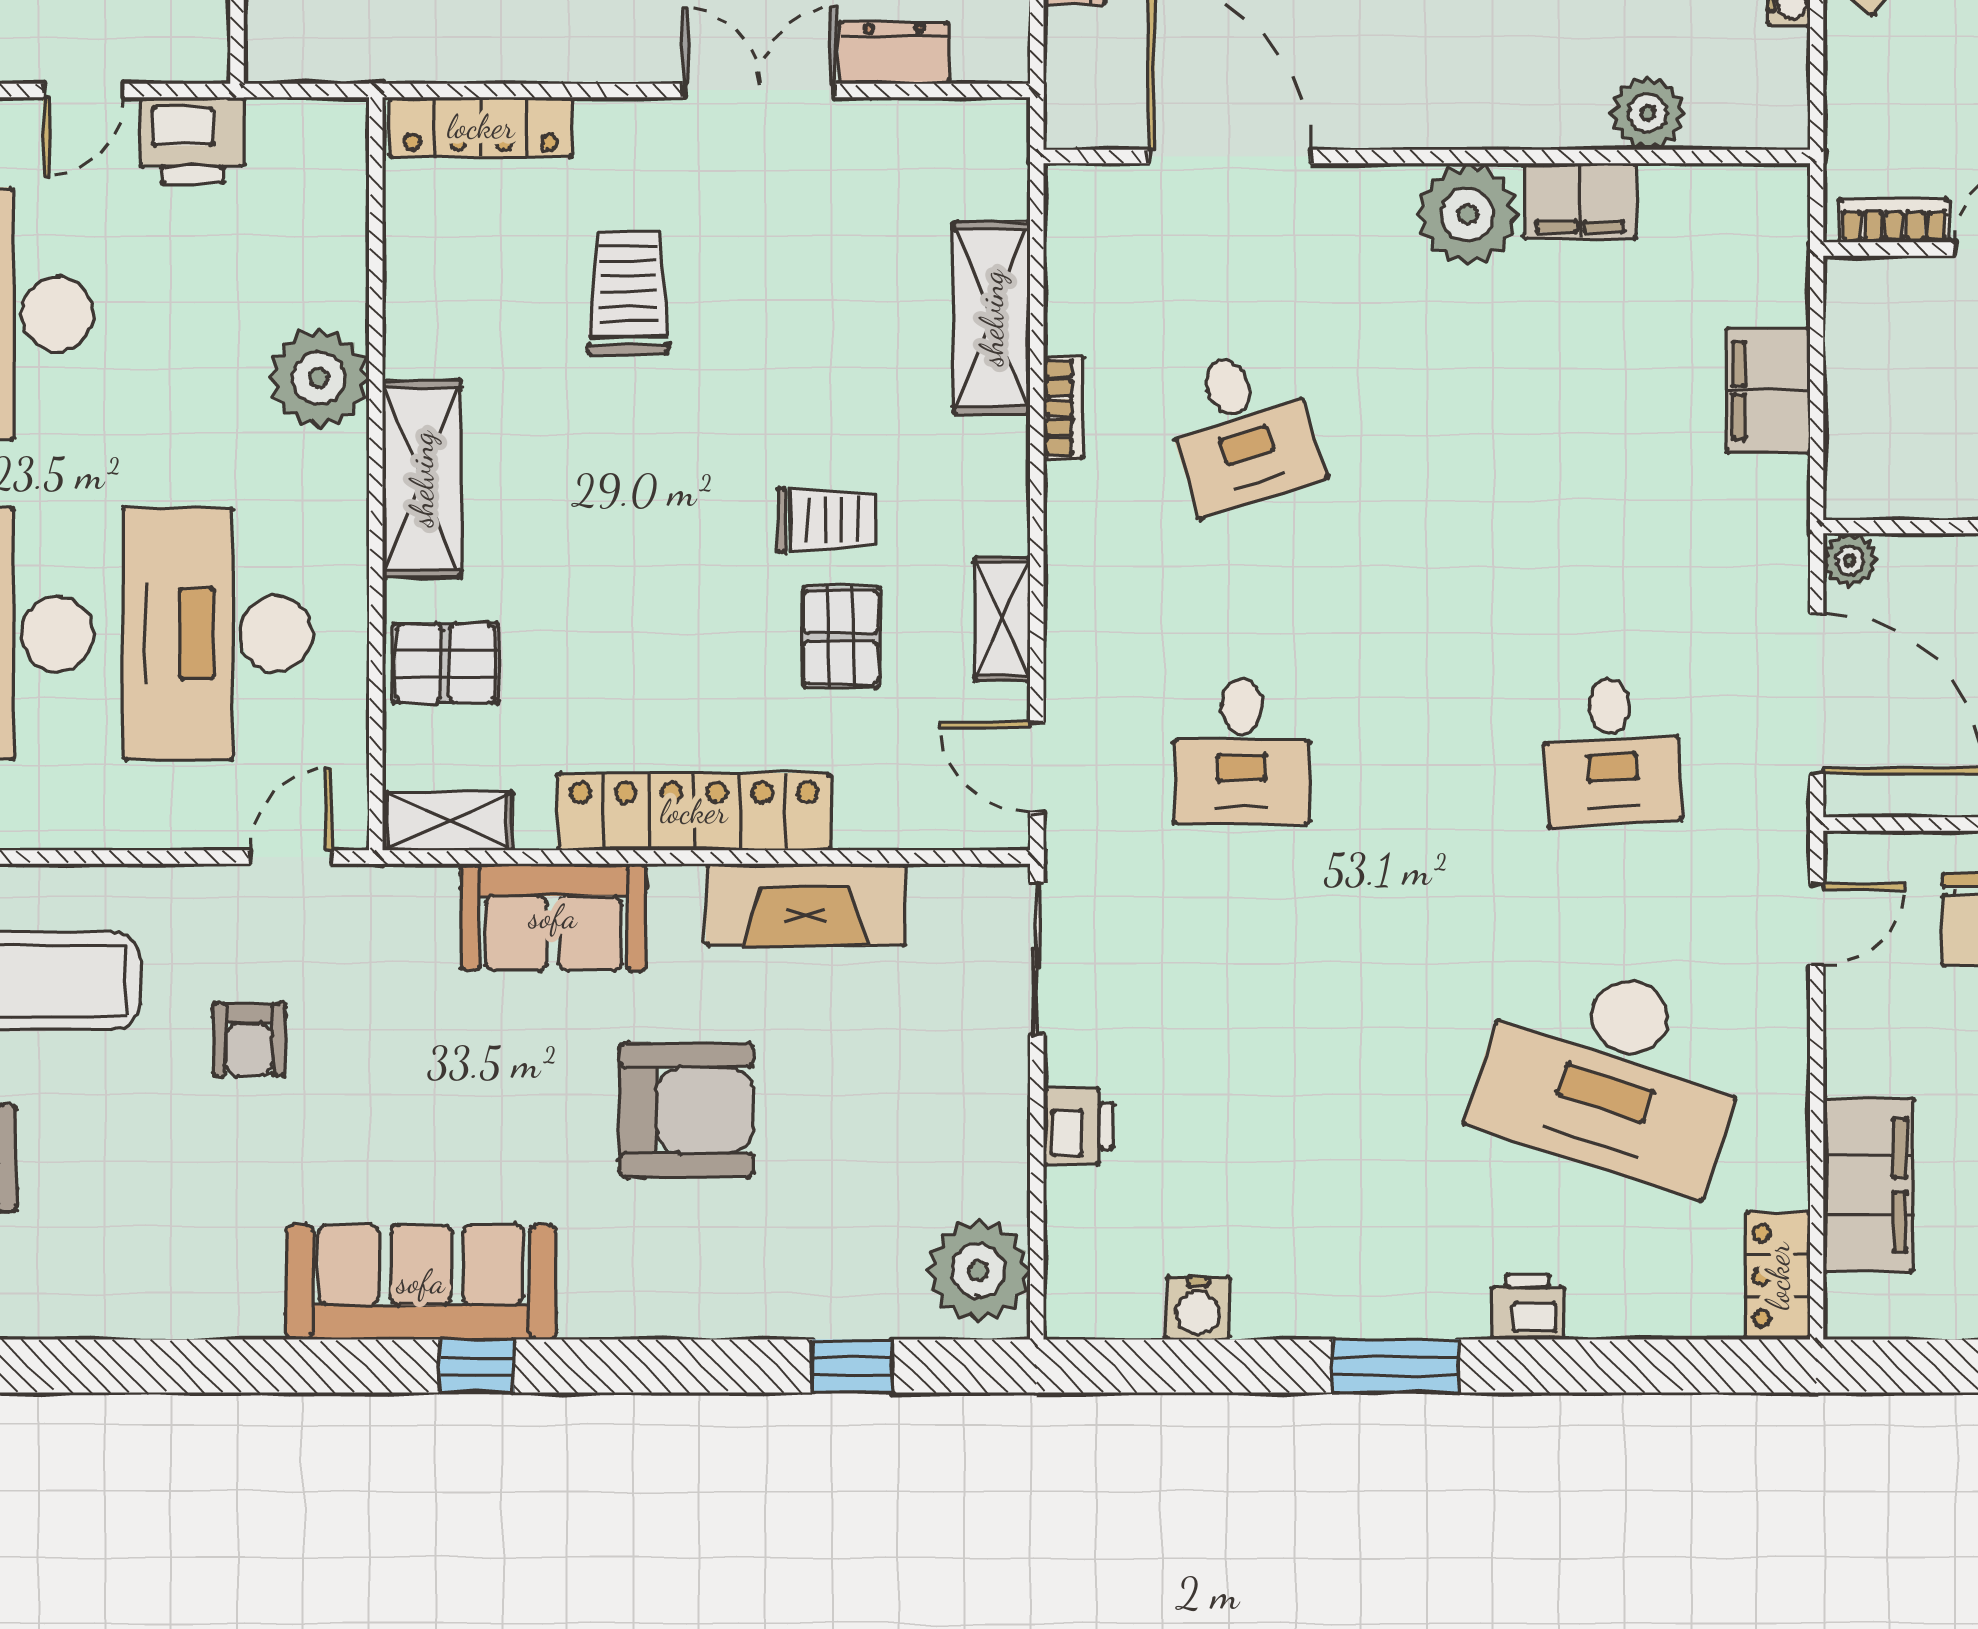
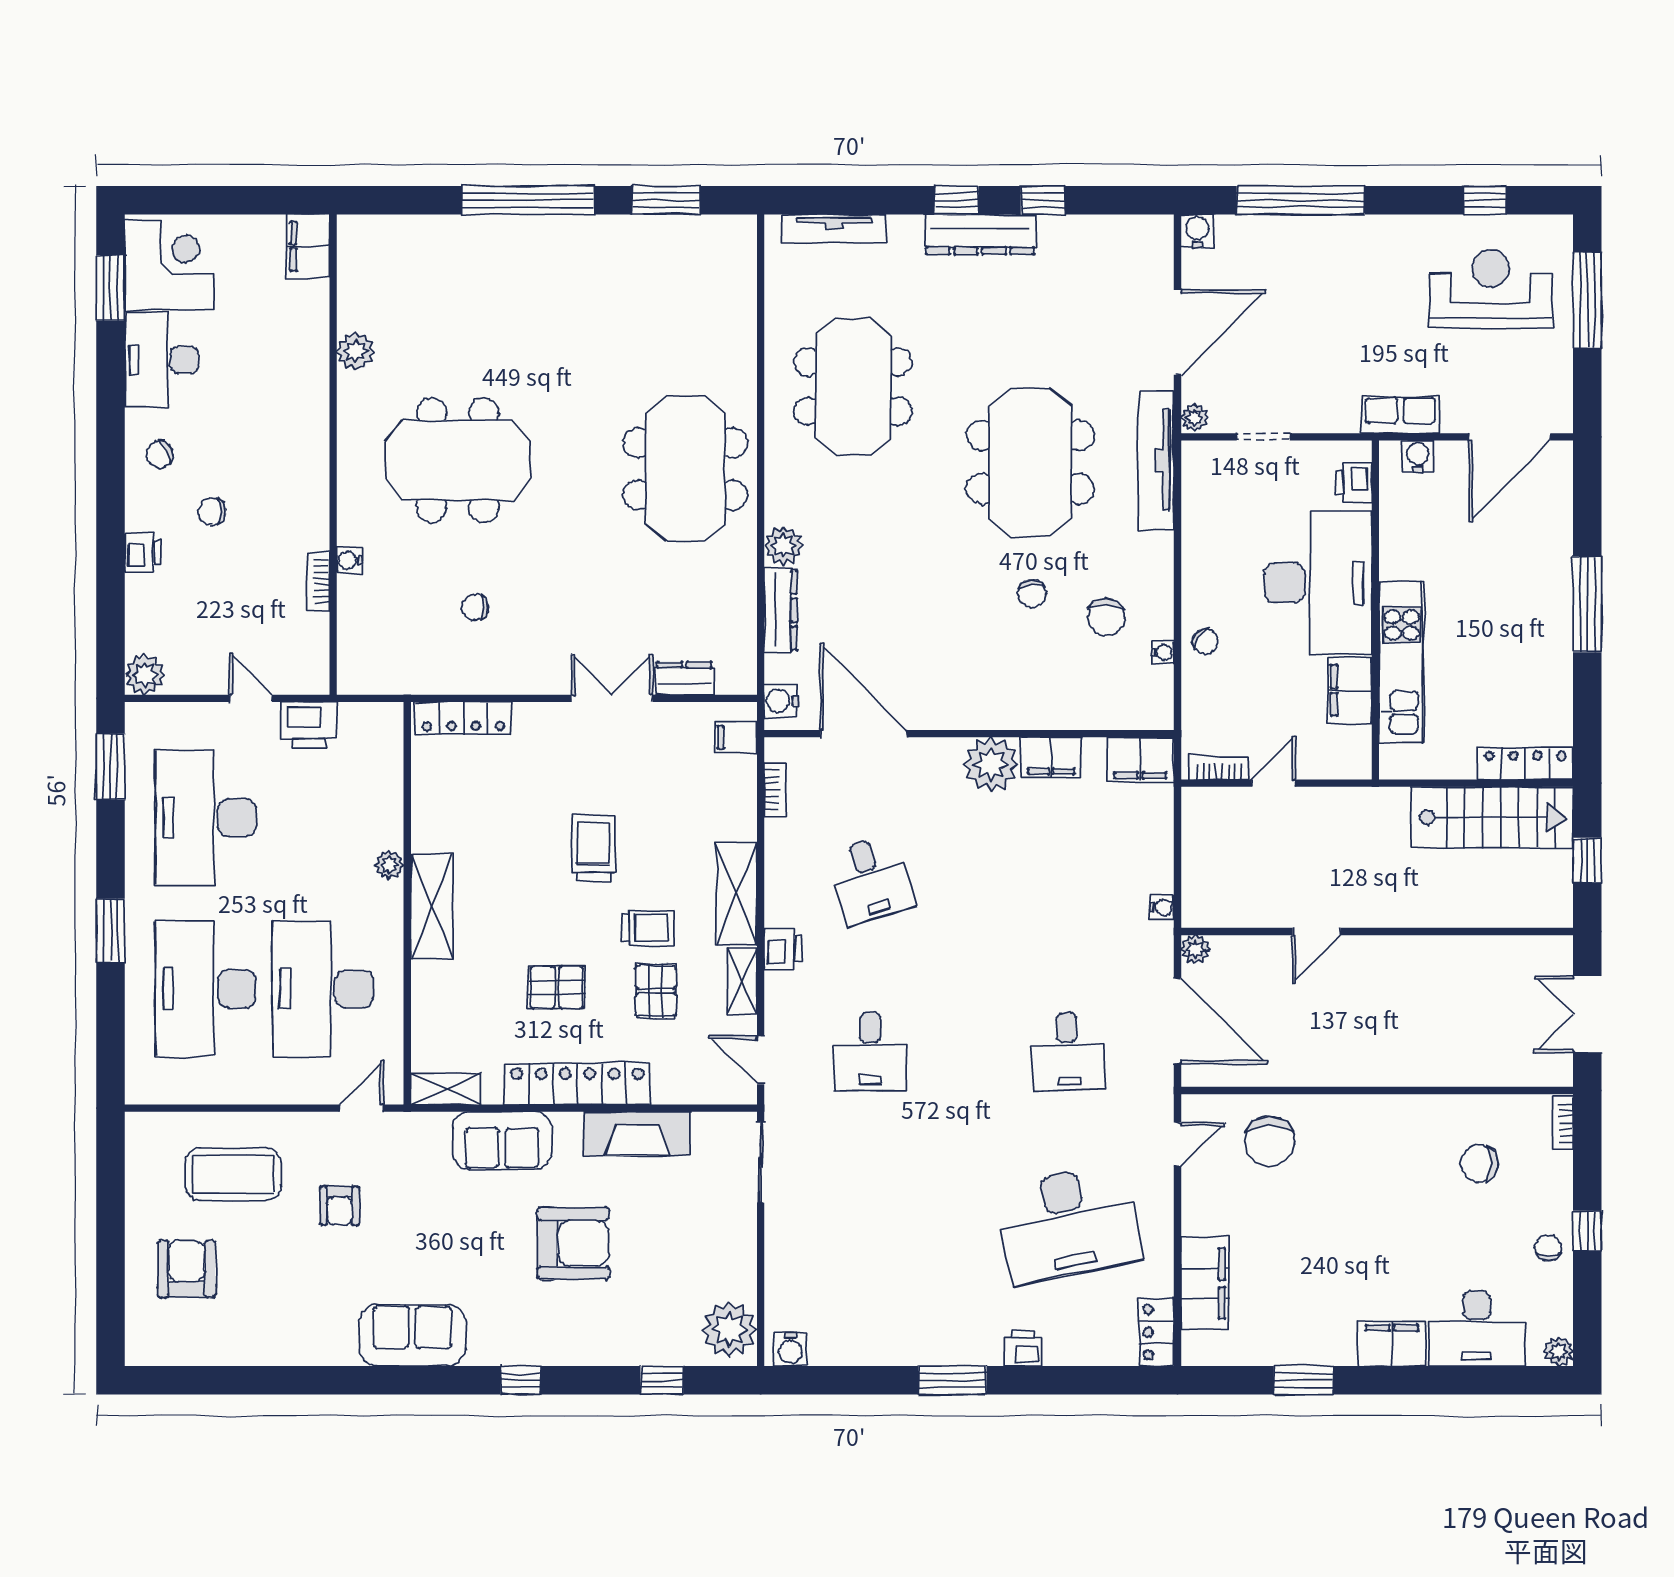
door: (83, 90) -> (251, 698), swing flipped
water cooler: (1075, 95) -> (781, 701), added
plant: (1648, 113) -> (1087, 710), removed
filing cabinet: (990, 164) -> (736, 738), added
trolley: (628, 292) -> (593, 848), moved
shelving: (992, 318) -> (736, 894), moved
plant: (319, 378) -> (389, 865), width x0.53, depth x0.53
filing cabinet: (1768, 390) -> (1140, 760), moved, turned -90
bookcase: (1064, 408) -> (775, 789), moved
water cooler: (1787, 481) -> (1162, 907), added
pallet: (445, 663) -> (557, 987), moved
desk: (1612, 1073) -> (1068, 1224), turned -30
printer: (1078, 1126) -> (783, 948), moved
sofa: (421, 1282) -> (412, 1335), width x0.73
water cooler: (1198, 1308) -> (790, 1349), moved
window: (476, 1366) -> (521, 1380), moved

